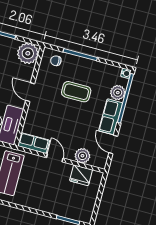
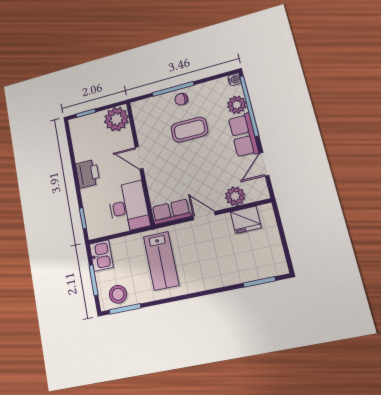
chair: (56, 61) -> (181, 99), moved
door: (113, 144) -> (264, 164), hinge flipped

